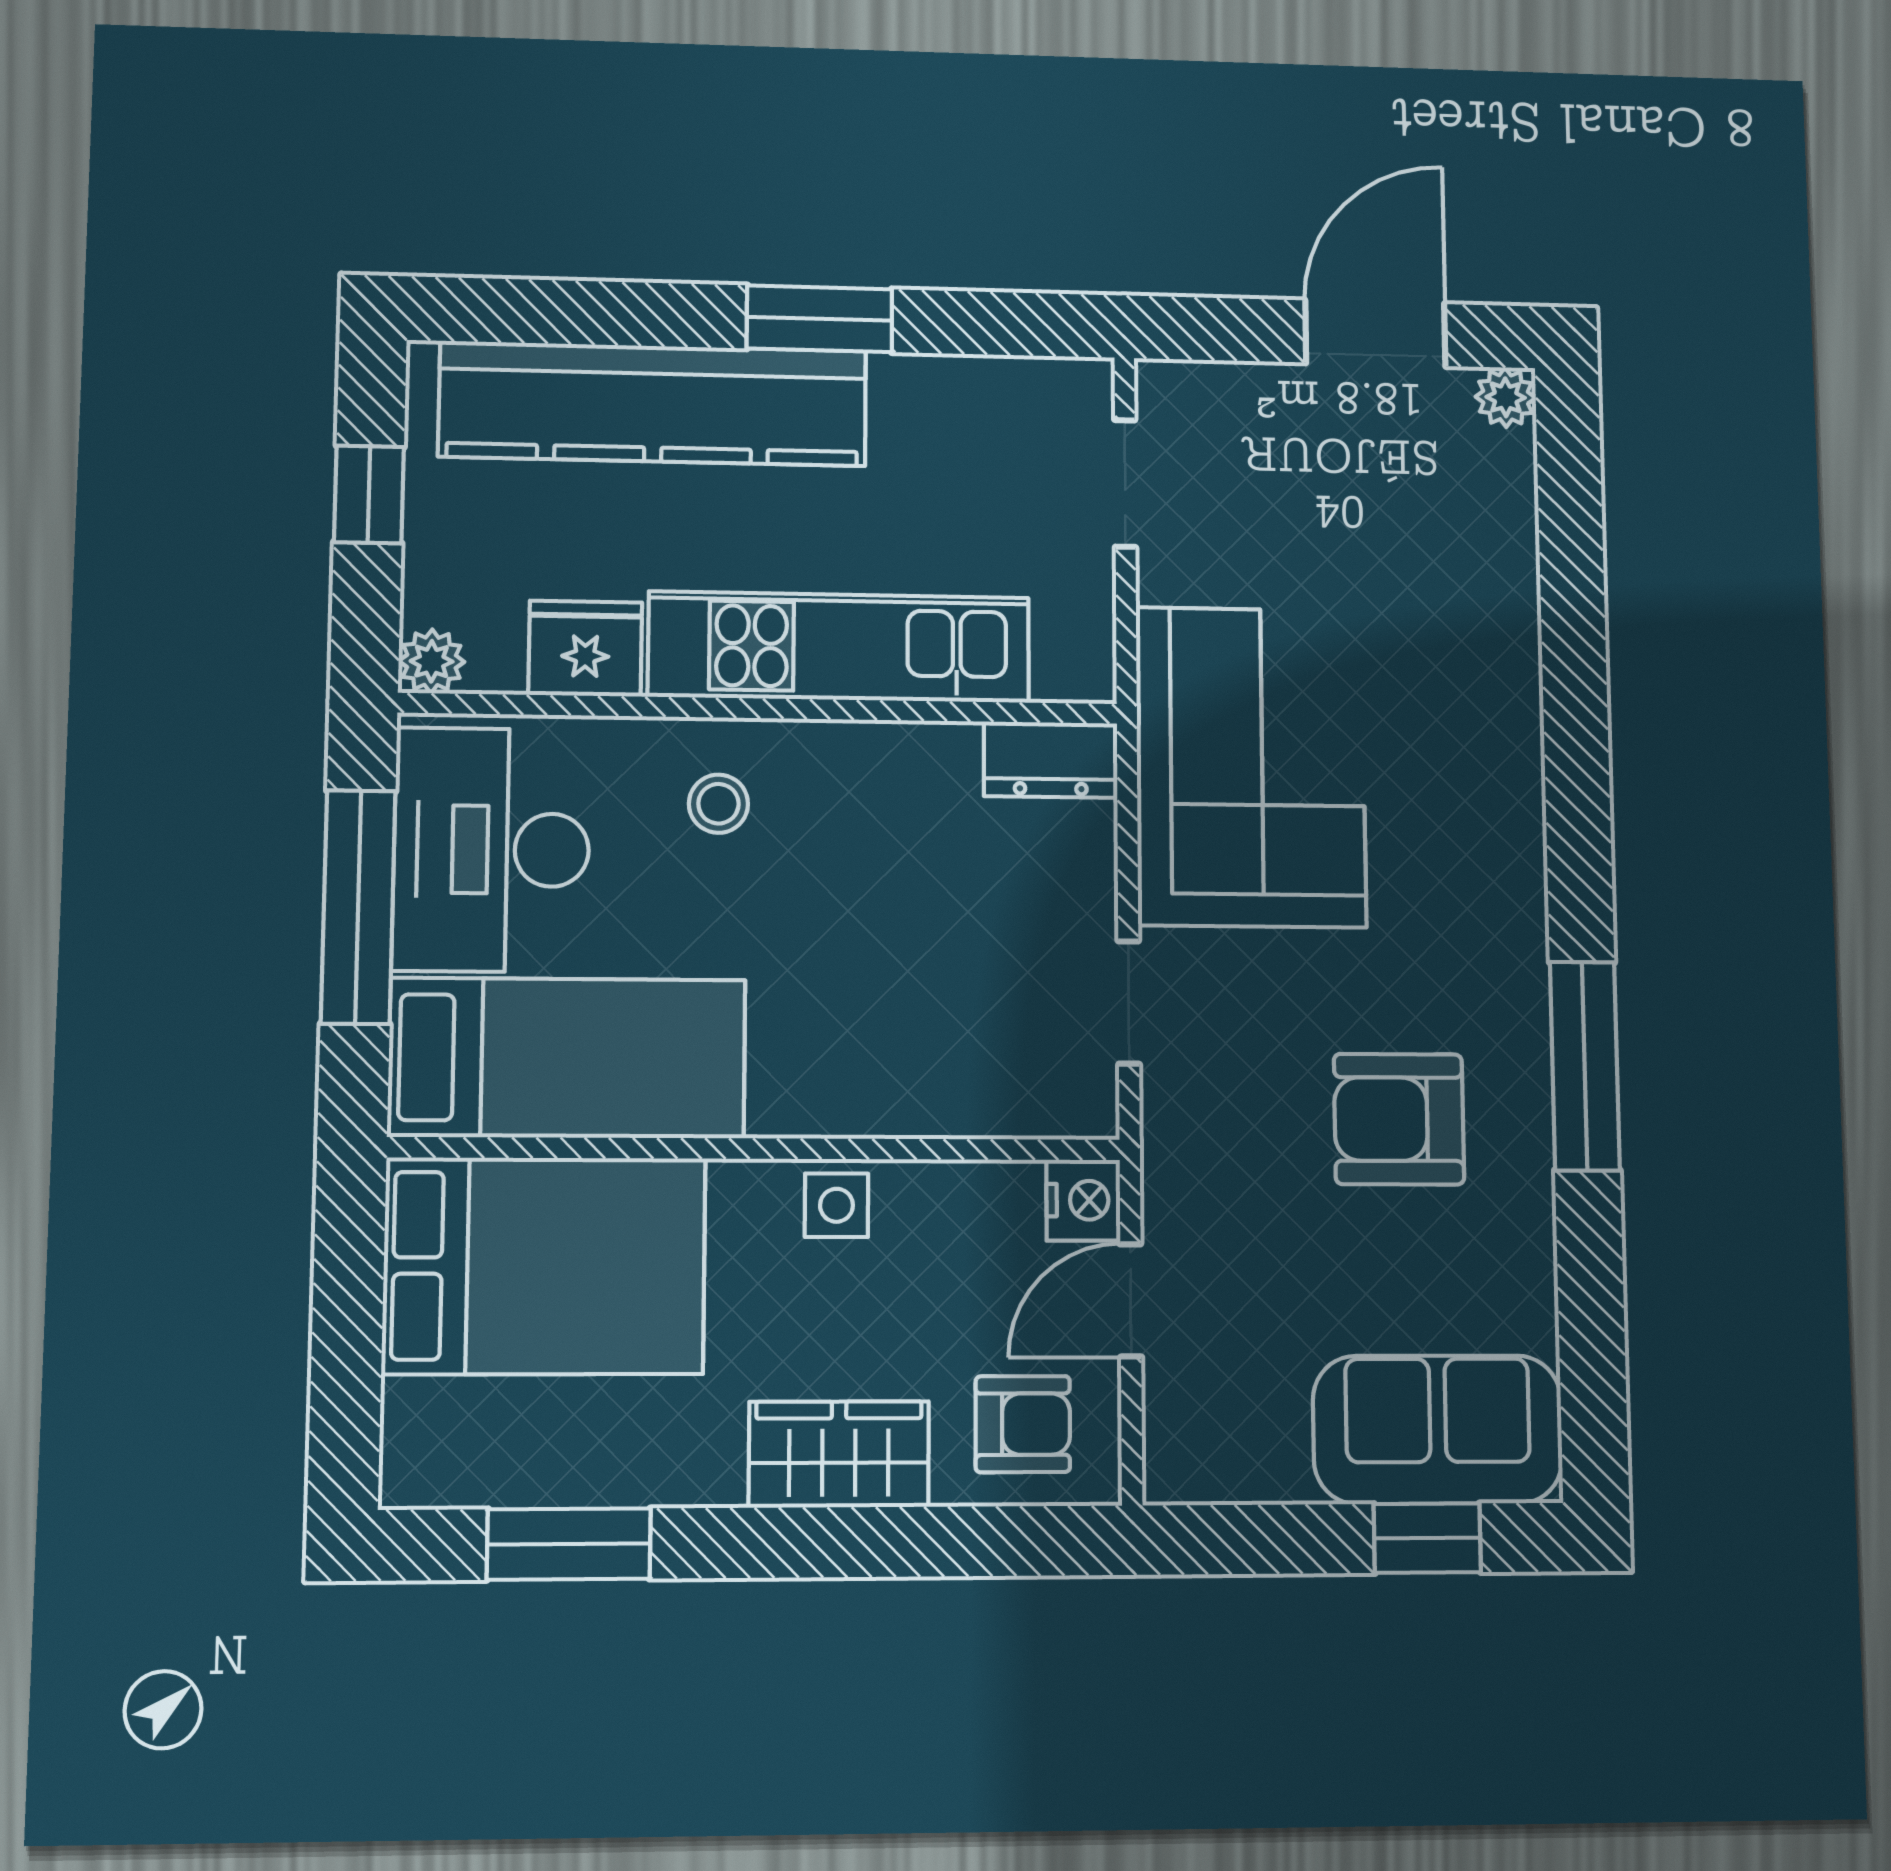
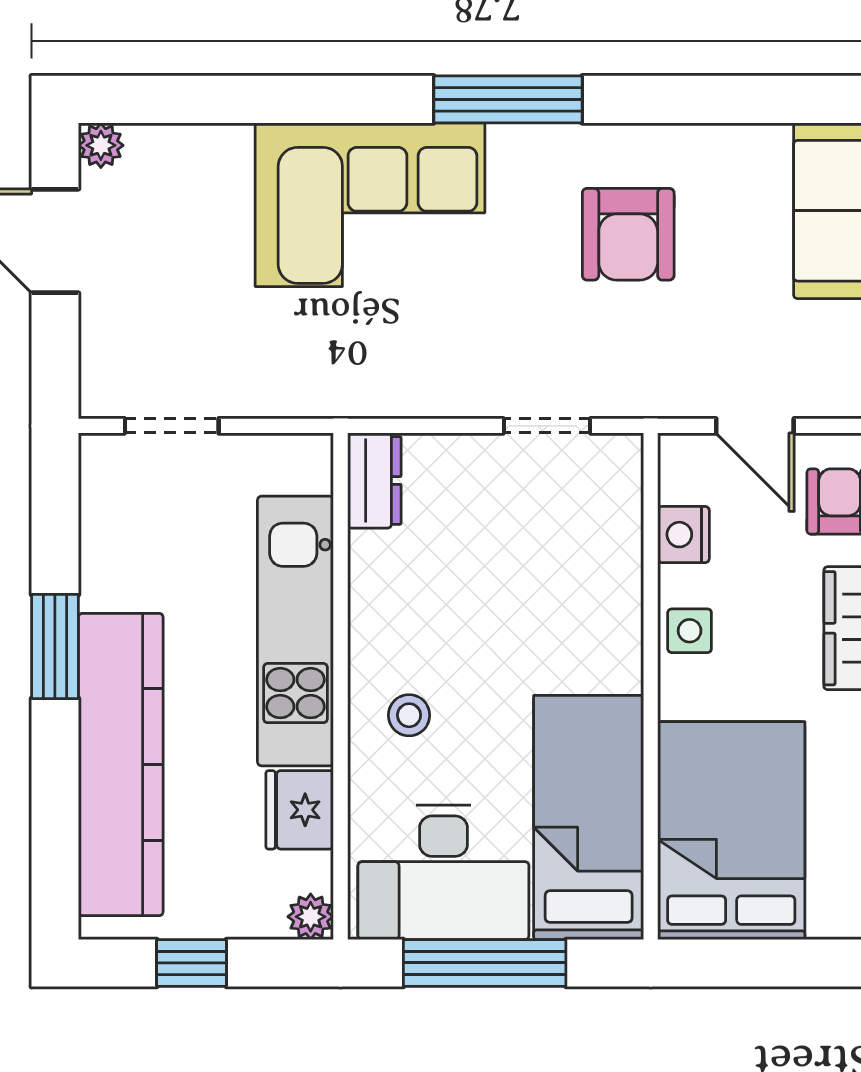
corner sofa: (1251, 767) -> (370, 205), moved, turned 180
window: (1585, 1066) -> (508, 99), moved
nightstand: (1083, 1200) -> (683, 535), moved, turned -90

